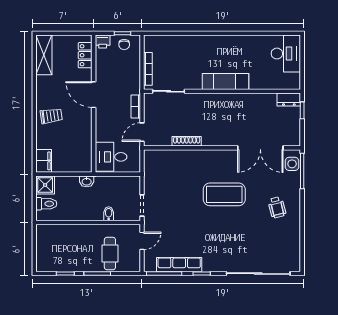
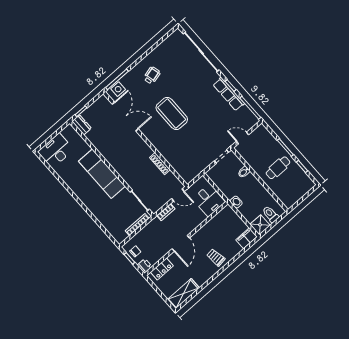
exam couch: (226, 82) -> (102, 174), width x1.36, depth x1.45
cafe table: (110, 254) -> (278, 168), moved
row of seats: (179, 265) -> (229, 94), moved

